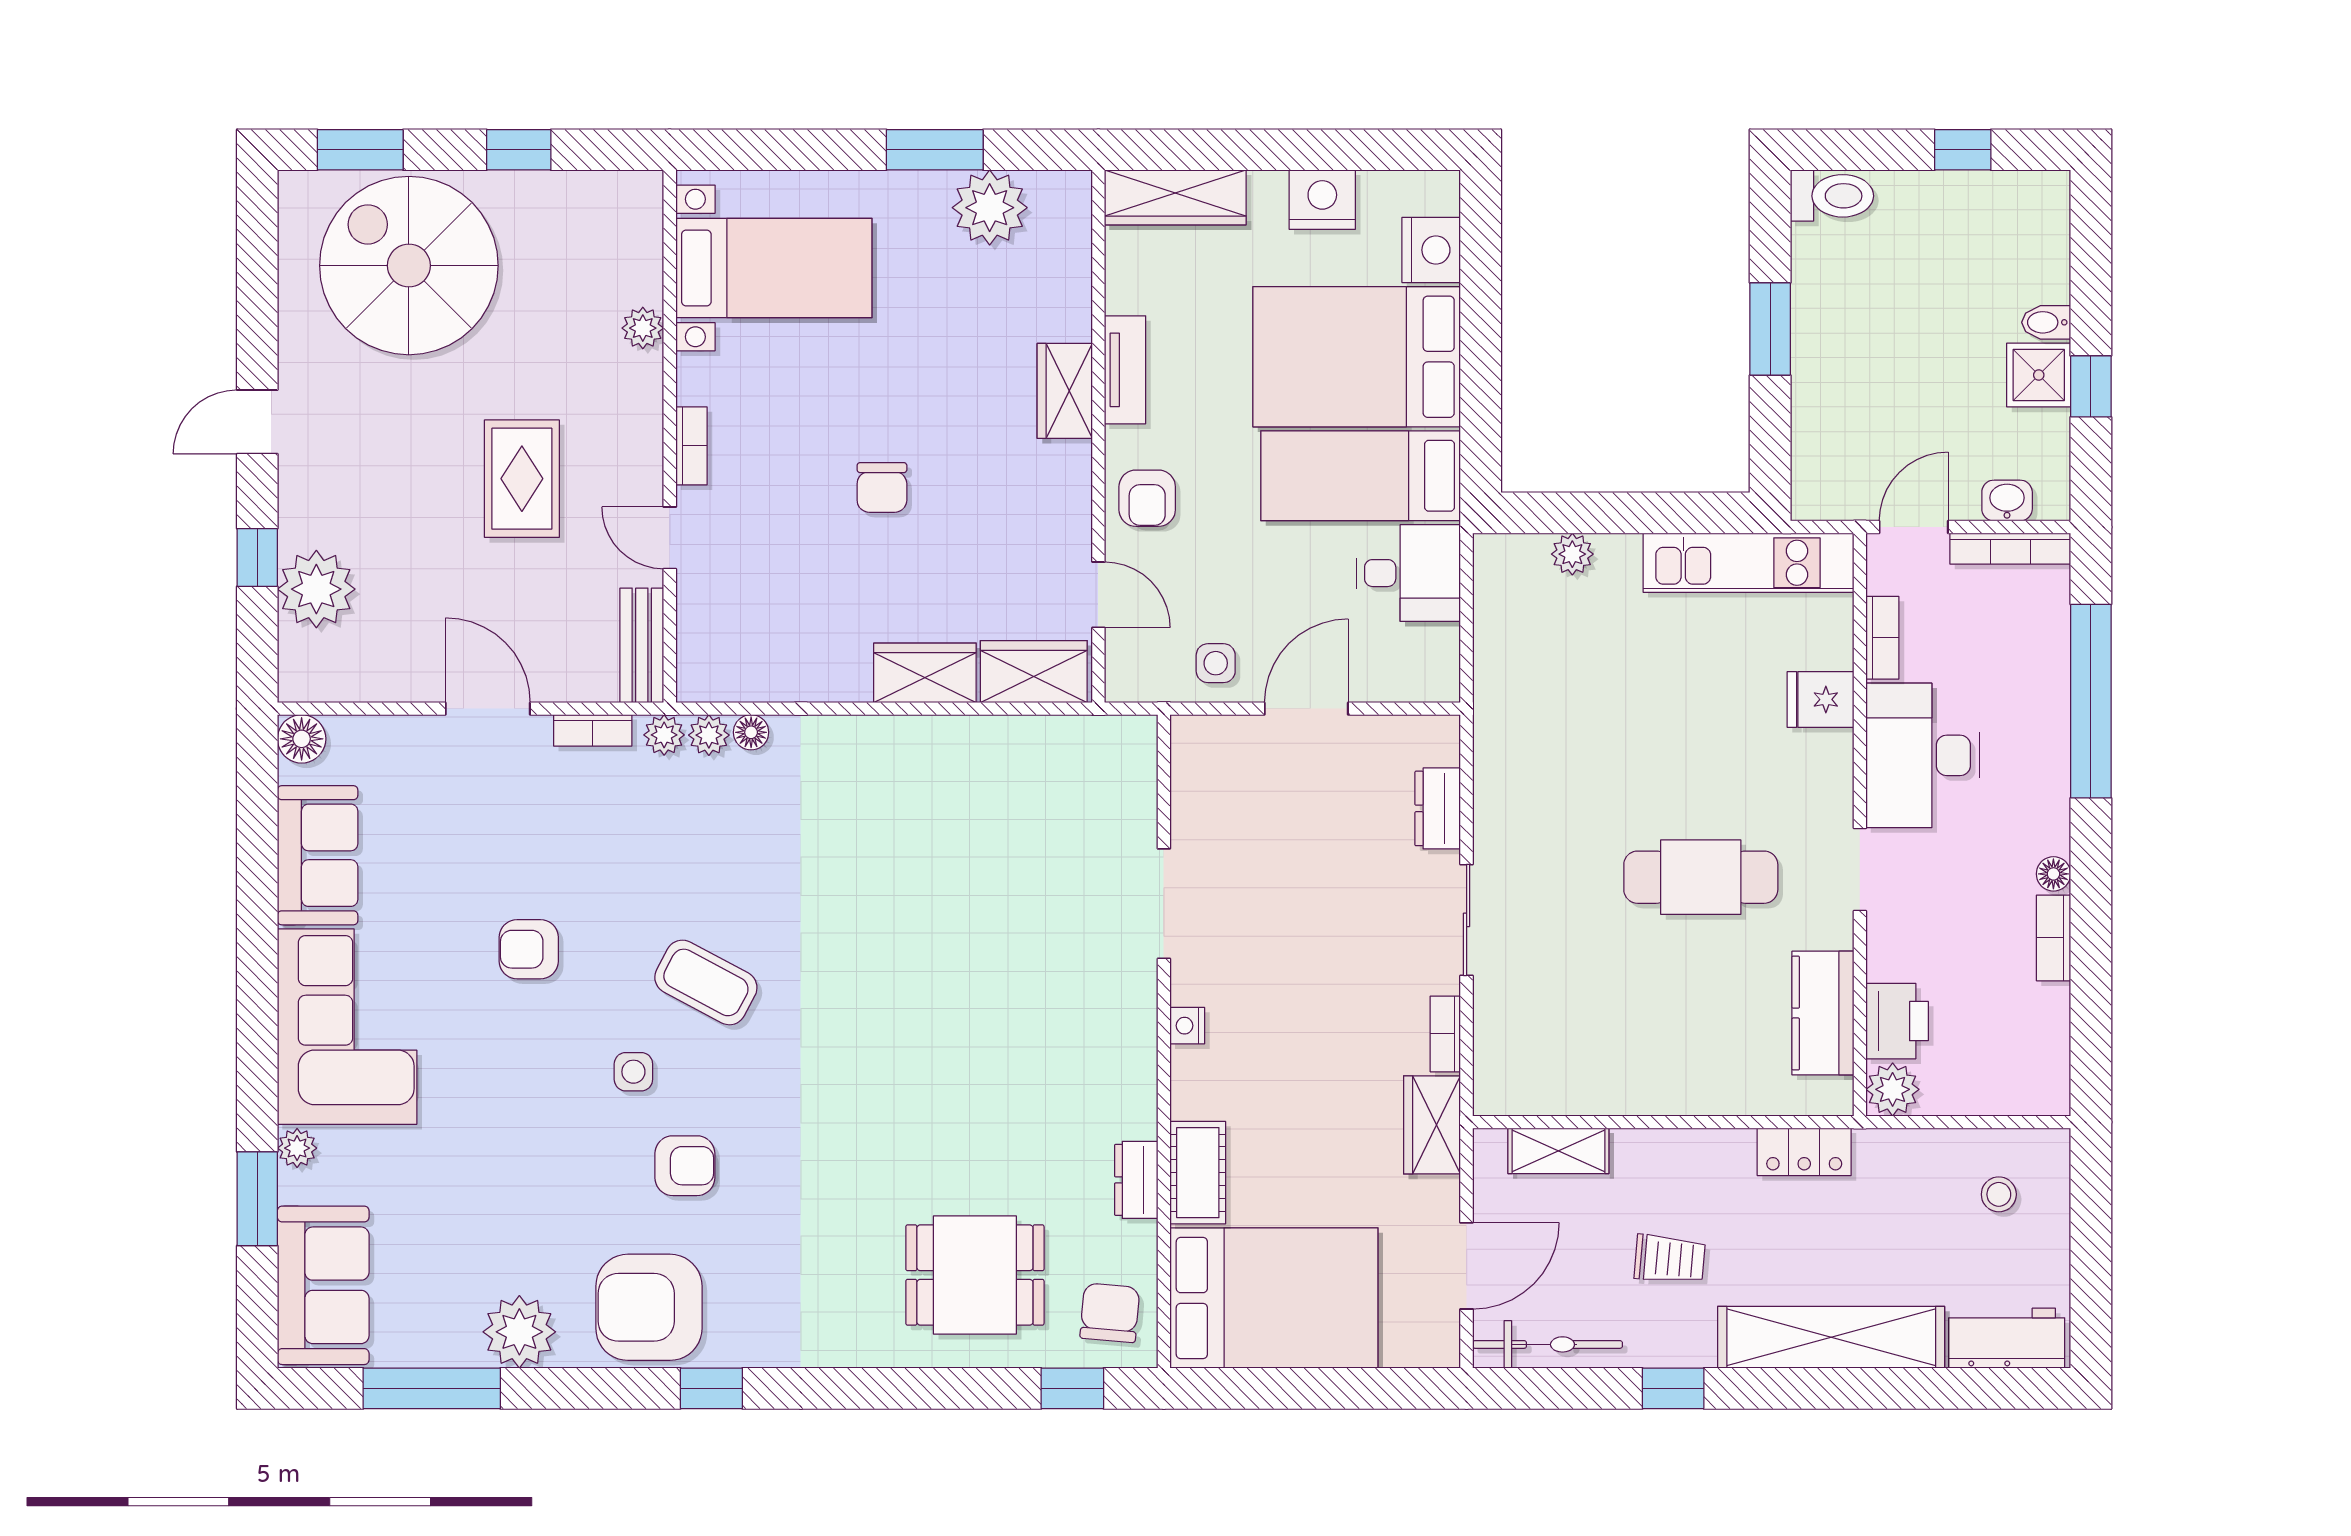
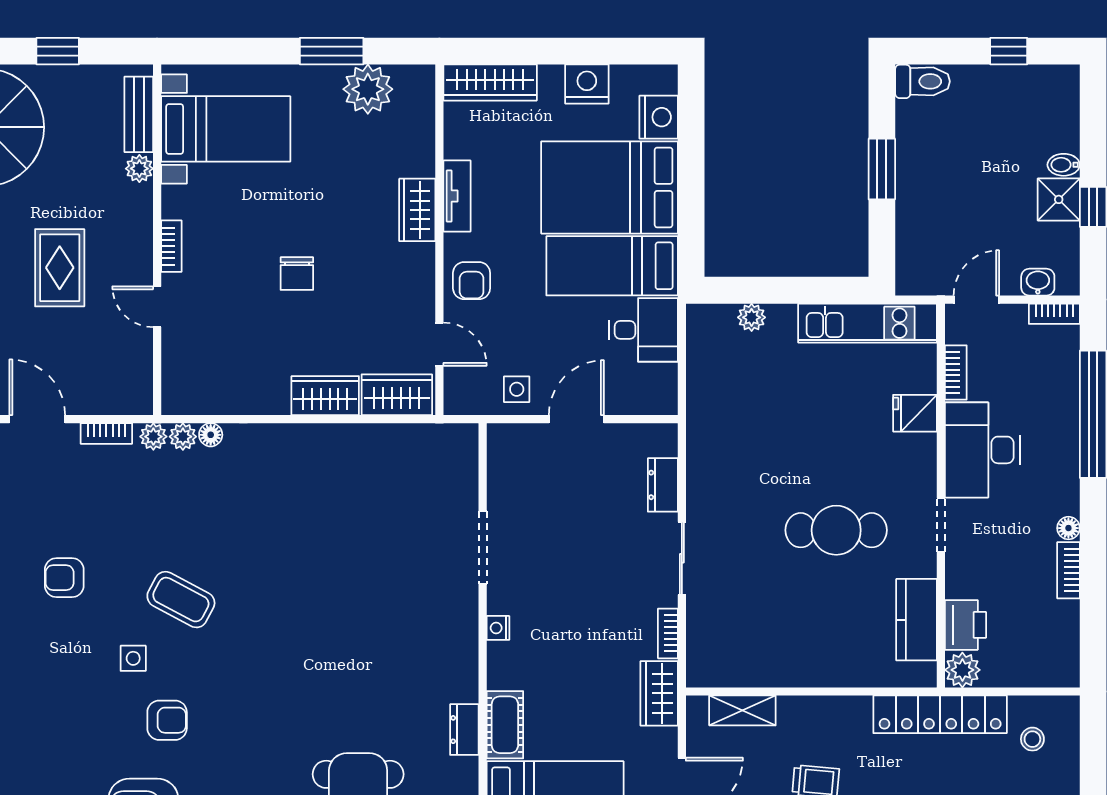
bookcase: (2010, 549) -> (1054, 314), width x0.64
bench: (642, 645) -> (139, 114), moved
locker: (1804, 1152) -> (940, 714), width x2.16, depth x1.21

